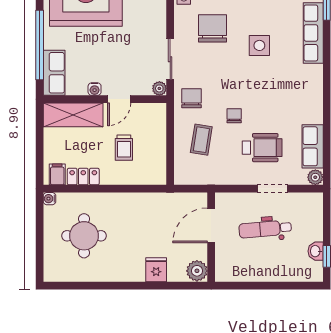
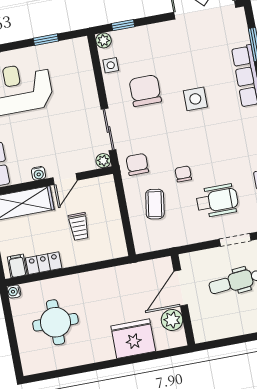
fridge: (156, 270) -> (133, 339), width x1.88, depth x1.34
plant: (197, 271) -> (172, 320), moved

